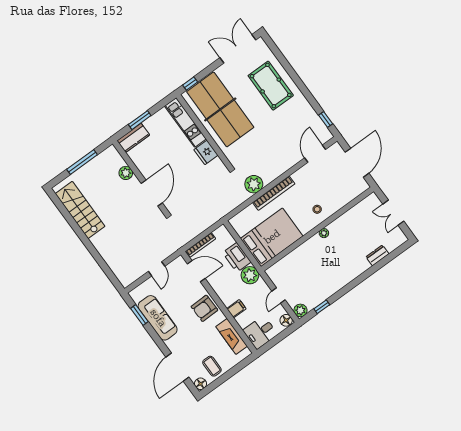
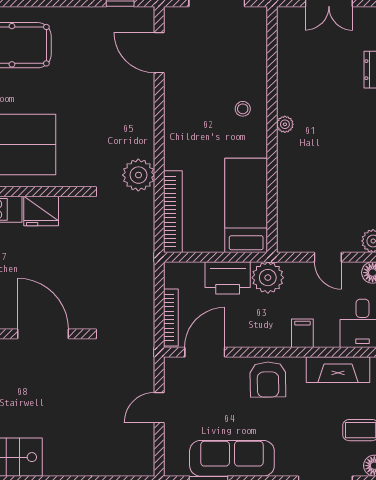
bookcase: (274, 193) -> (173, 212), moved
bed: (272, 237) -> (246, 205), width x0.67
door: (157, 269) -> (159, 408), swing flipped

